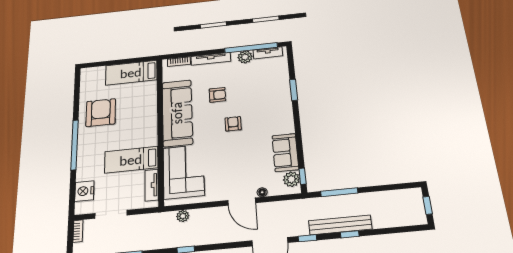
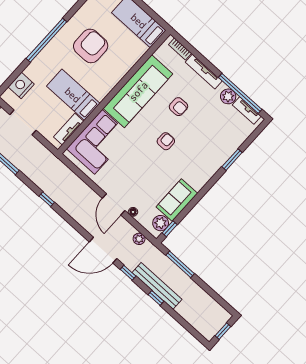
armchair: (101, 113) -> (91, 46), moved
plant: (183, 216) -> (139, 239), moved

